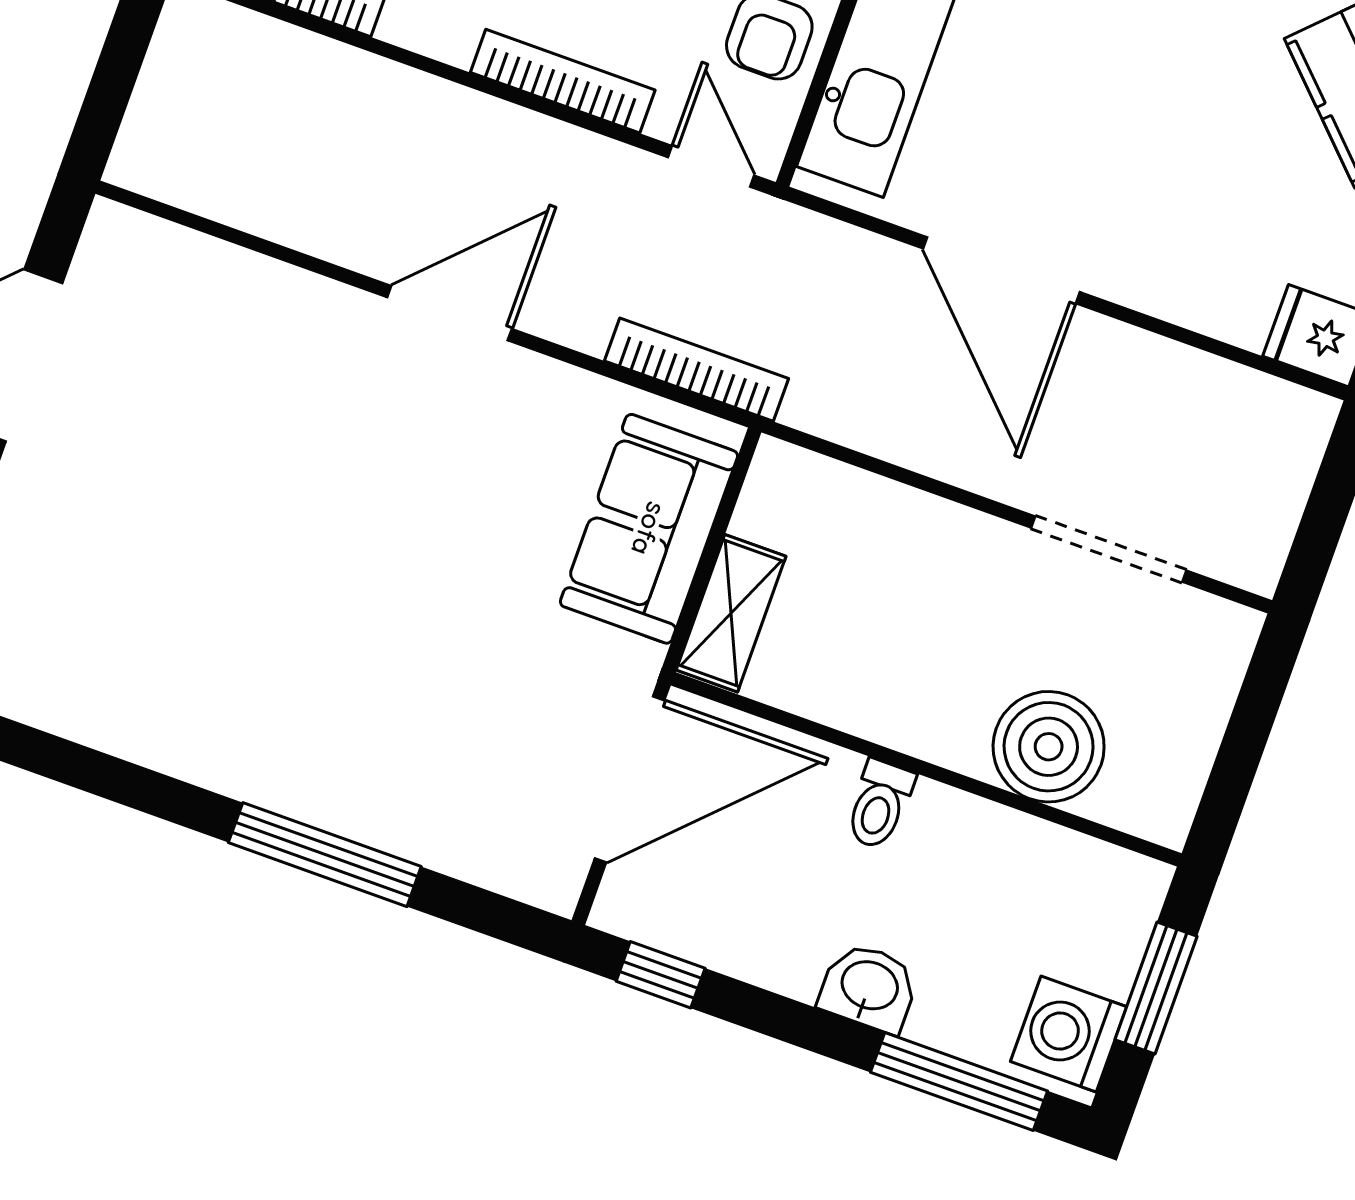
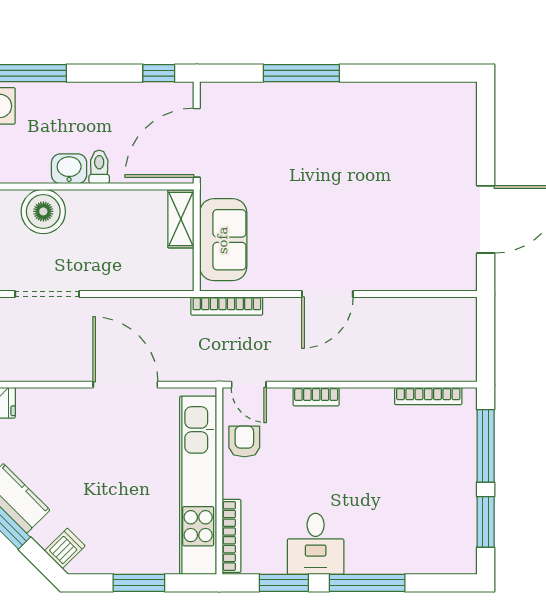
bookcase: (563, 81) -> (316, 397), width x0.64
washbasin: (869, 987) -> (69, 169), moved, turned 180

